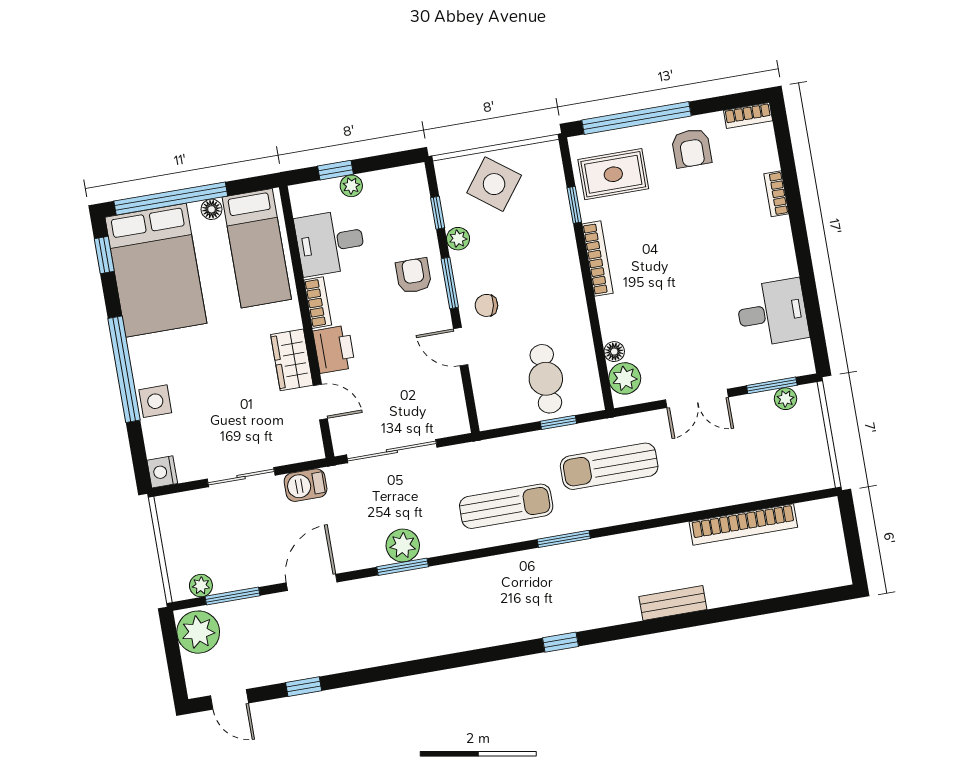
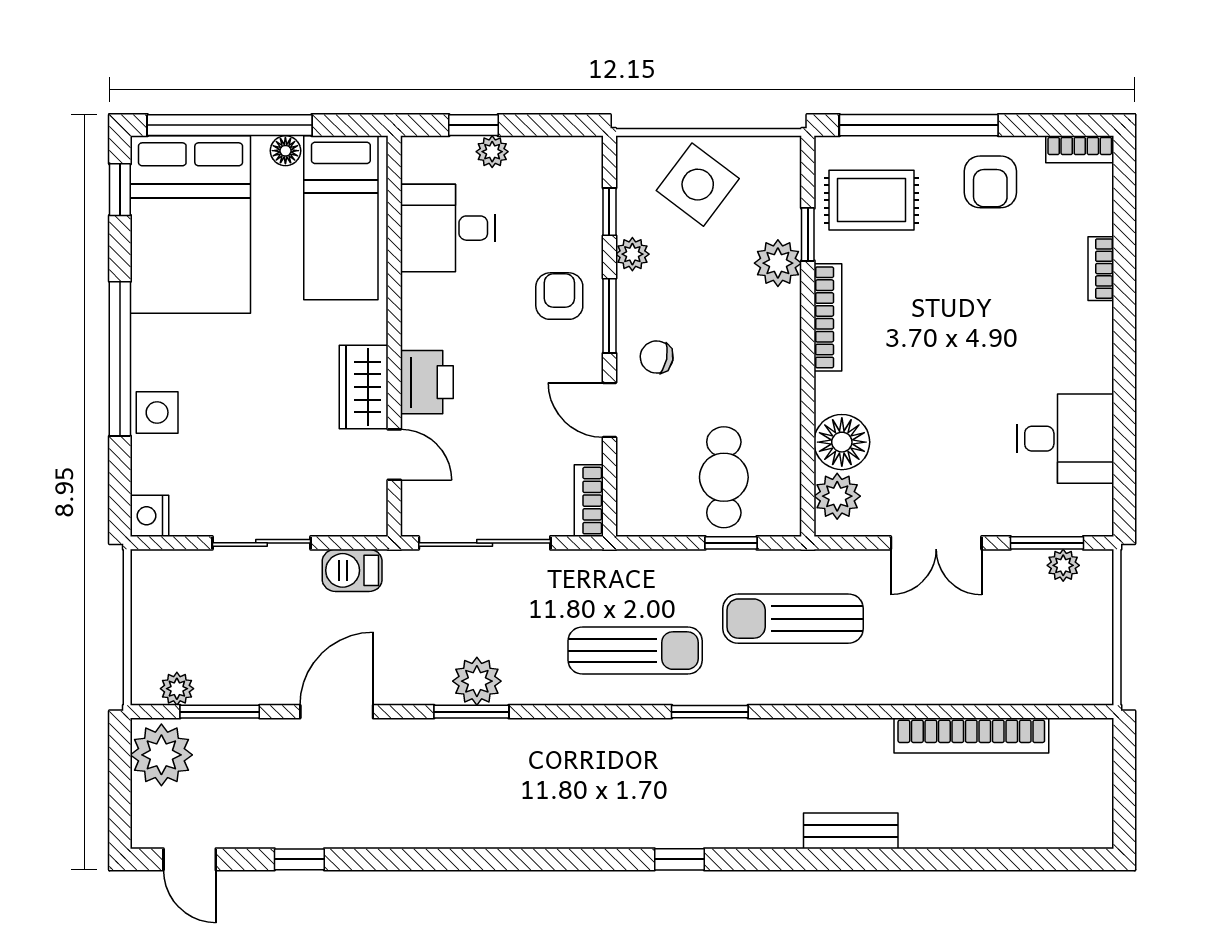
plant: (557, 228) -> (778, 263), added
bookcase: (318, 303) -> (589, 501), moved, turned 180
floor lamp: (614, 352) -> (842, 442), width x1.89, depth x1.89

